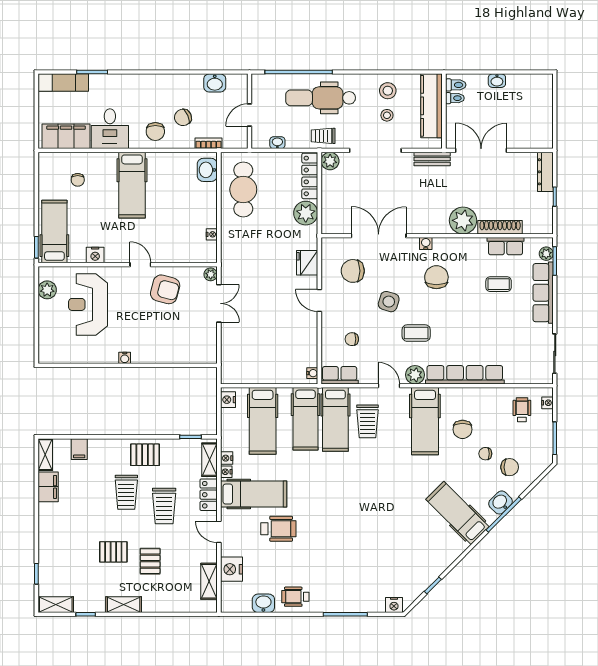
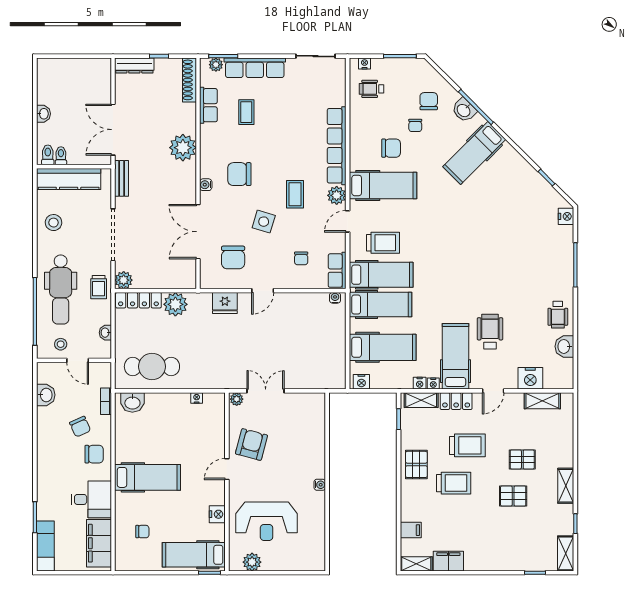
stool: (387, 115) -> (61, 344), moved
shoe rack: (500, 227) -> (189, 80), moved
pallet: (113, 552) -> (513, 496), turned 90

